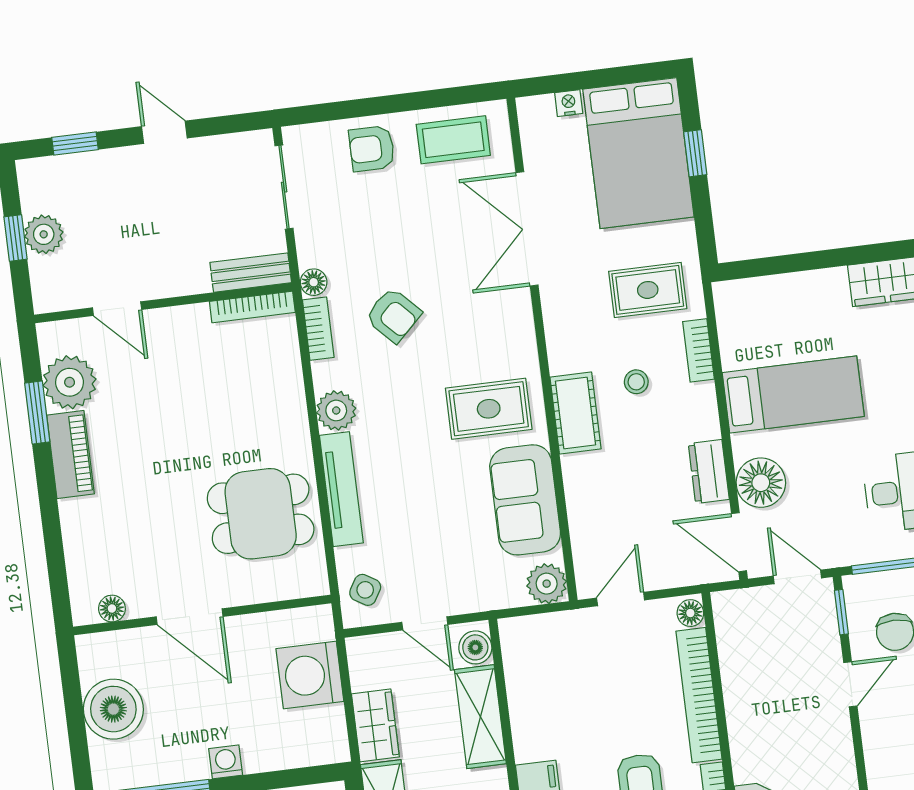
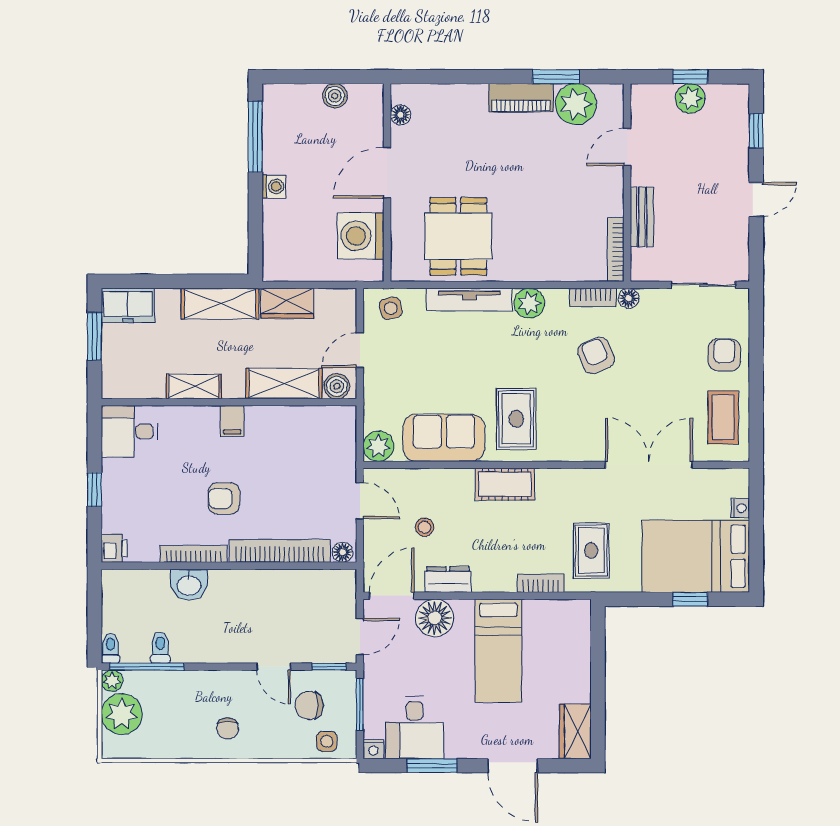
bench: (251, 273) -> (642, 217), moved
armchair: (393, 315) -> (596, 355), turned 111
stool: (636, 382) -> (425, 527), moved
side table: (365, 590) -> (391, 308), turned 45
washing machine: (310, 675) -> (361, 236), moved, turned -90
boiler: (113, 709) -> (335, 96), width x0.54, depth x0.54

